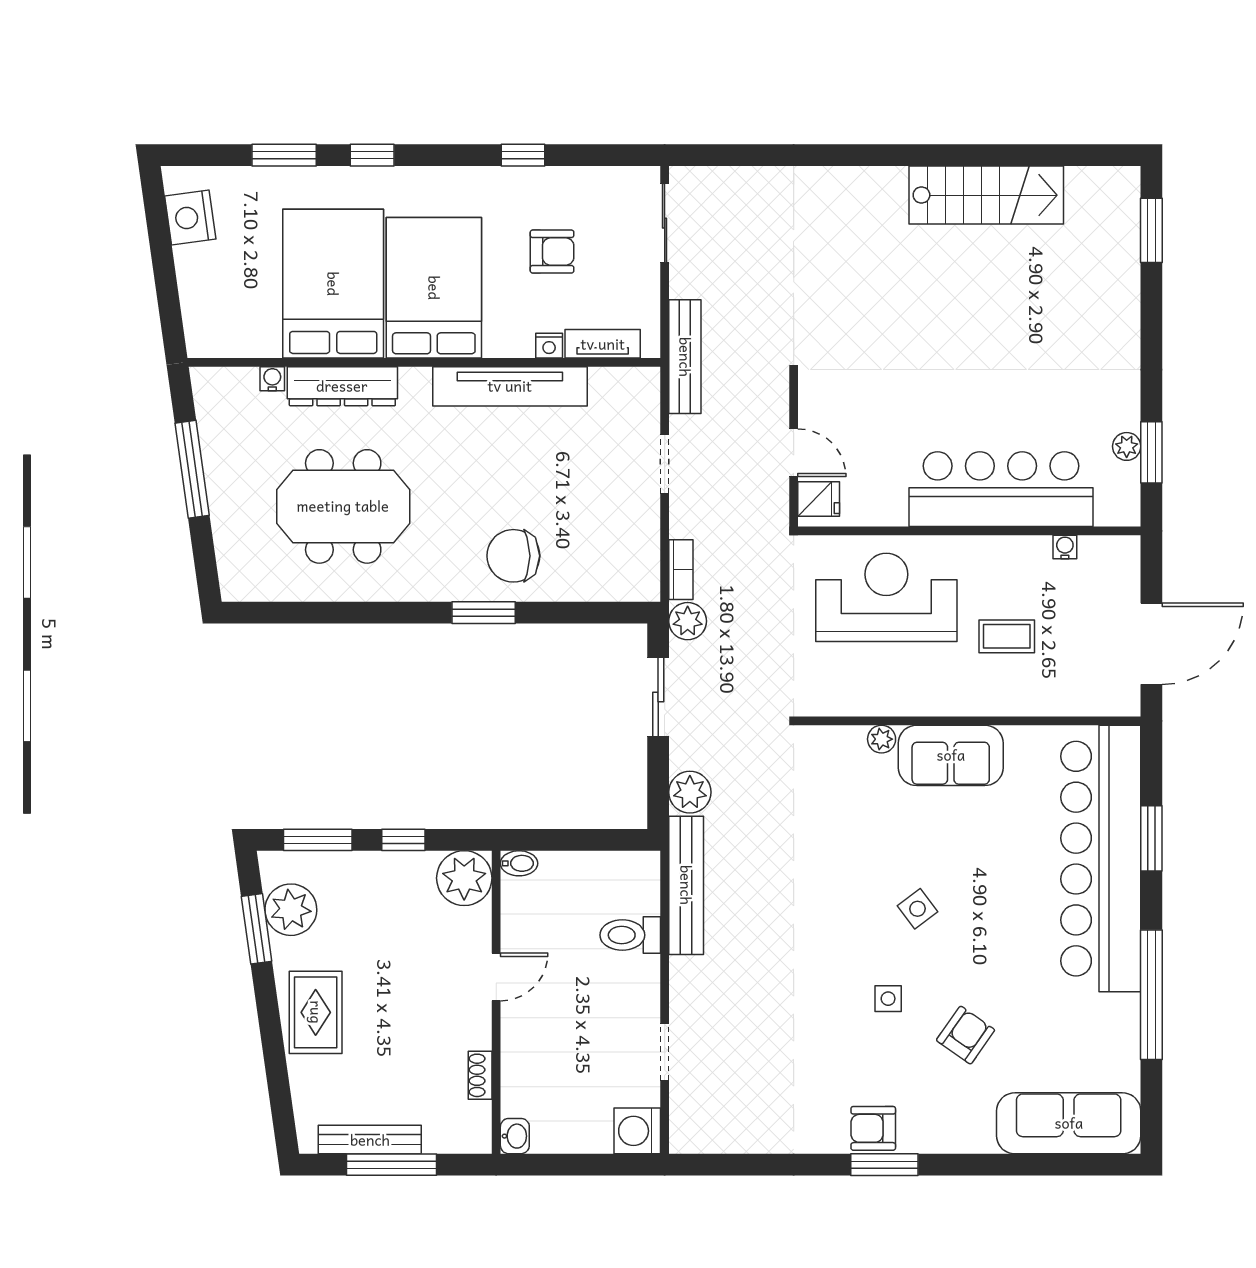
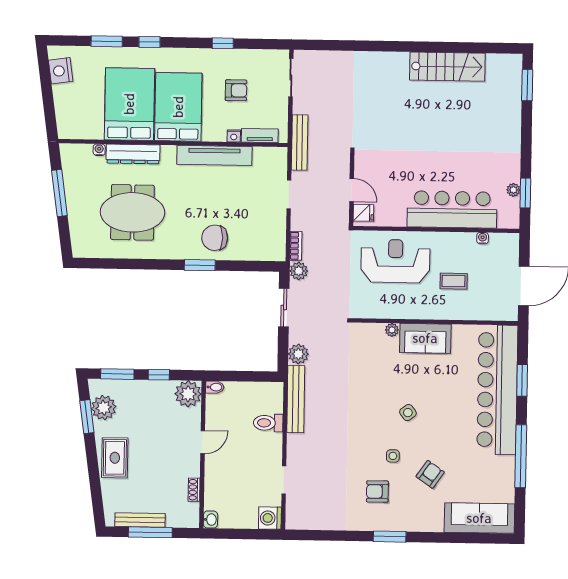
armchair: (873, 1128) -> (377, 492), moved

